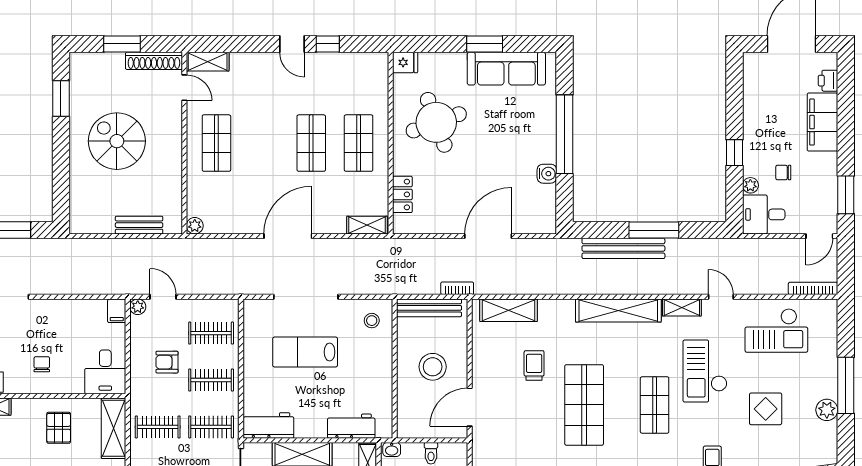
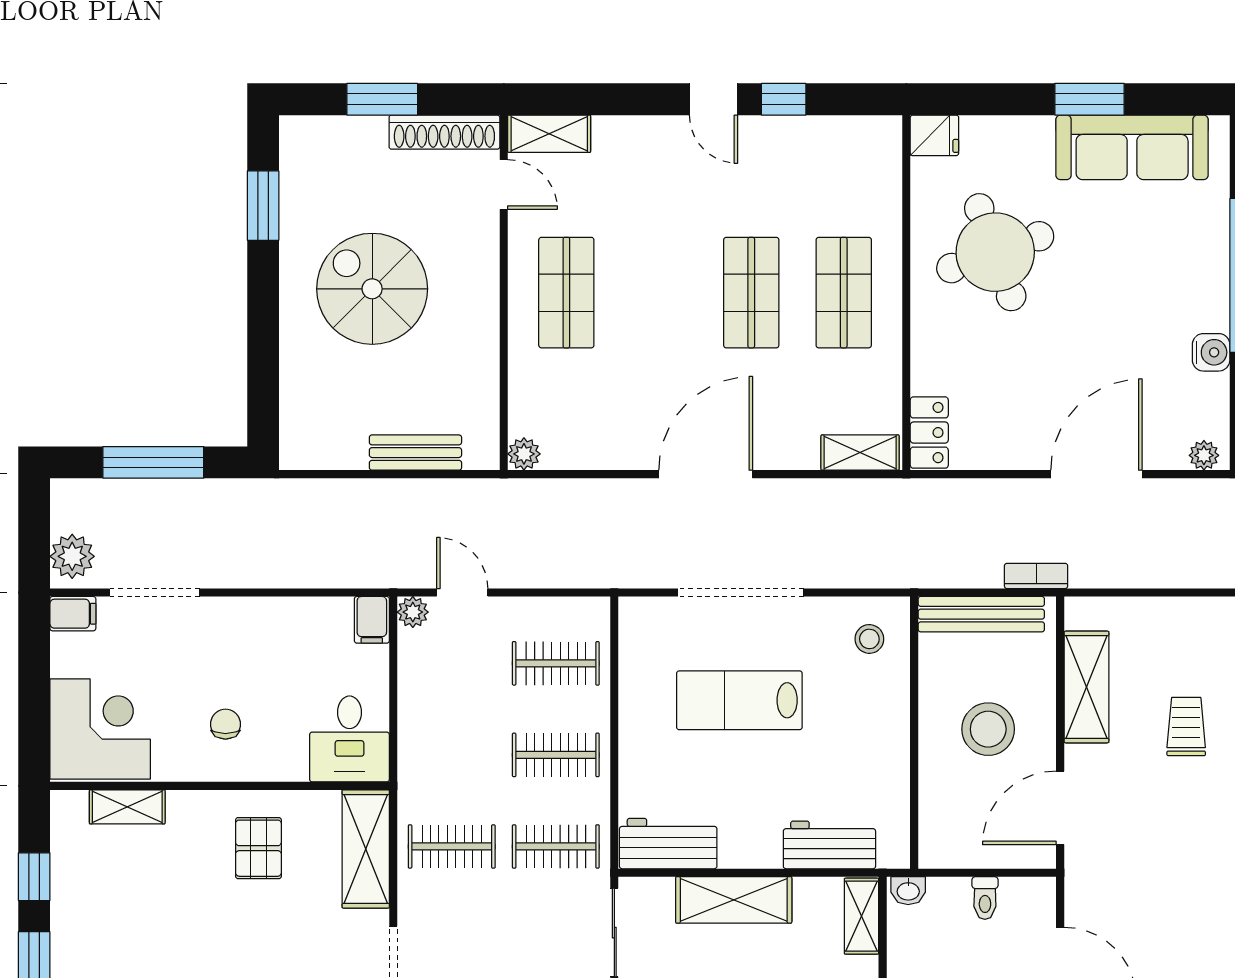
locker: (402, 194) -> (929, 433), moved
plant: (543, 226) -> (1204, 455), added
shelving: (509, 310) -> (1086, 687), moved, turned 90
armchair: (167, 362) -> (470, 720), removed

